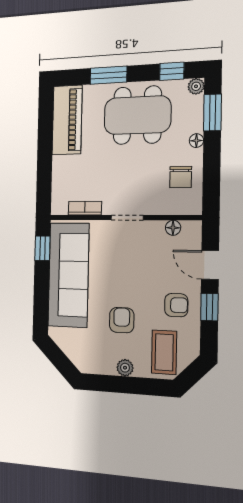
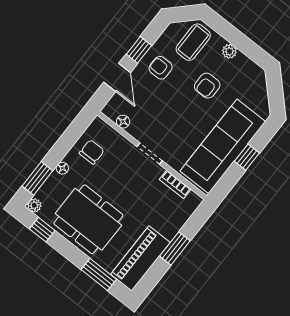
window: (109, 75) -> (99, 274), moved
window: (45, 153) -> (175, 248), added
window: (42, 248) -> (247, 157), moved

